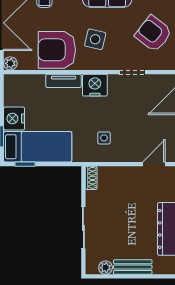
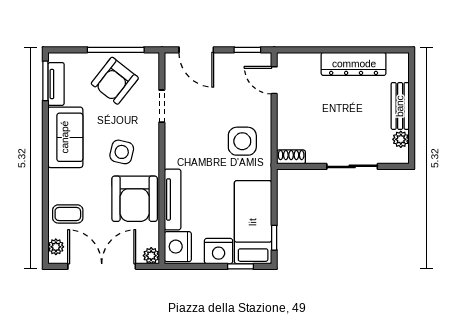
tv unit: (64, 81) -> (173, 199), width x1.41
nightstand: (95, 85) -> (178, 247), moved
side table: (104, 138) -> (242, 141), width x1.87, depth x1.87

